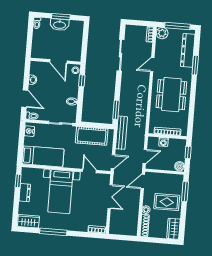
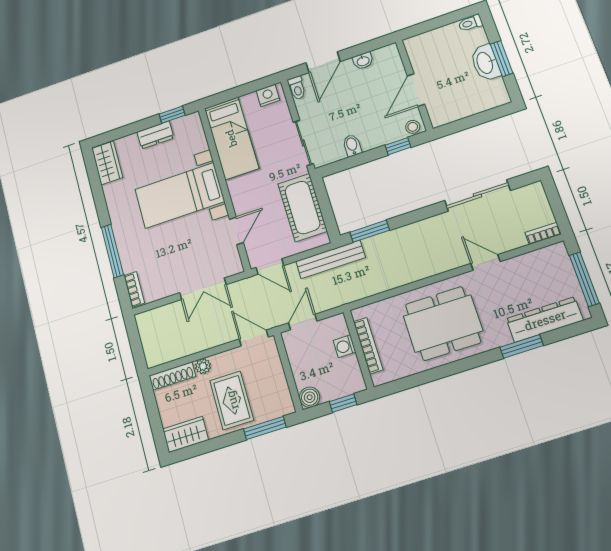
plant: (162, 33) -> (556, 256), removed
door: (145, 156) -> (303, 322), swing flipped
window: (53, 232) -> (112, 251), moved

